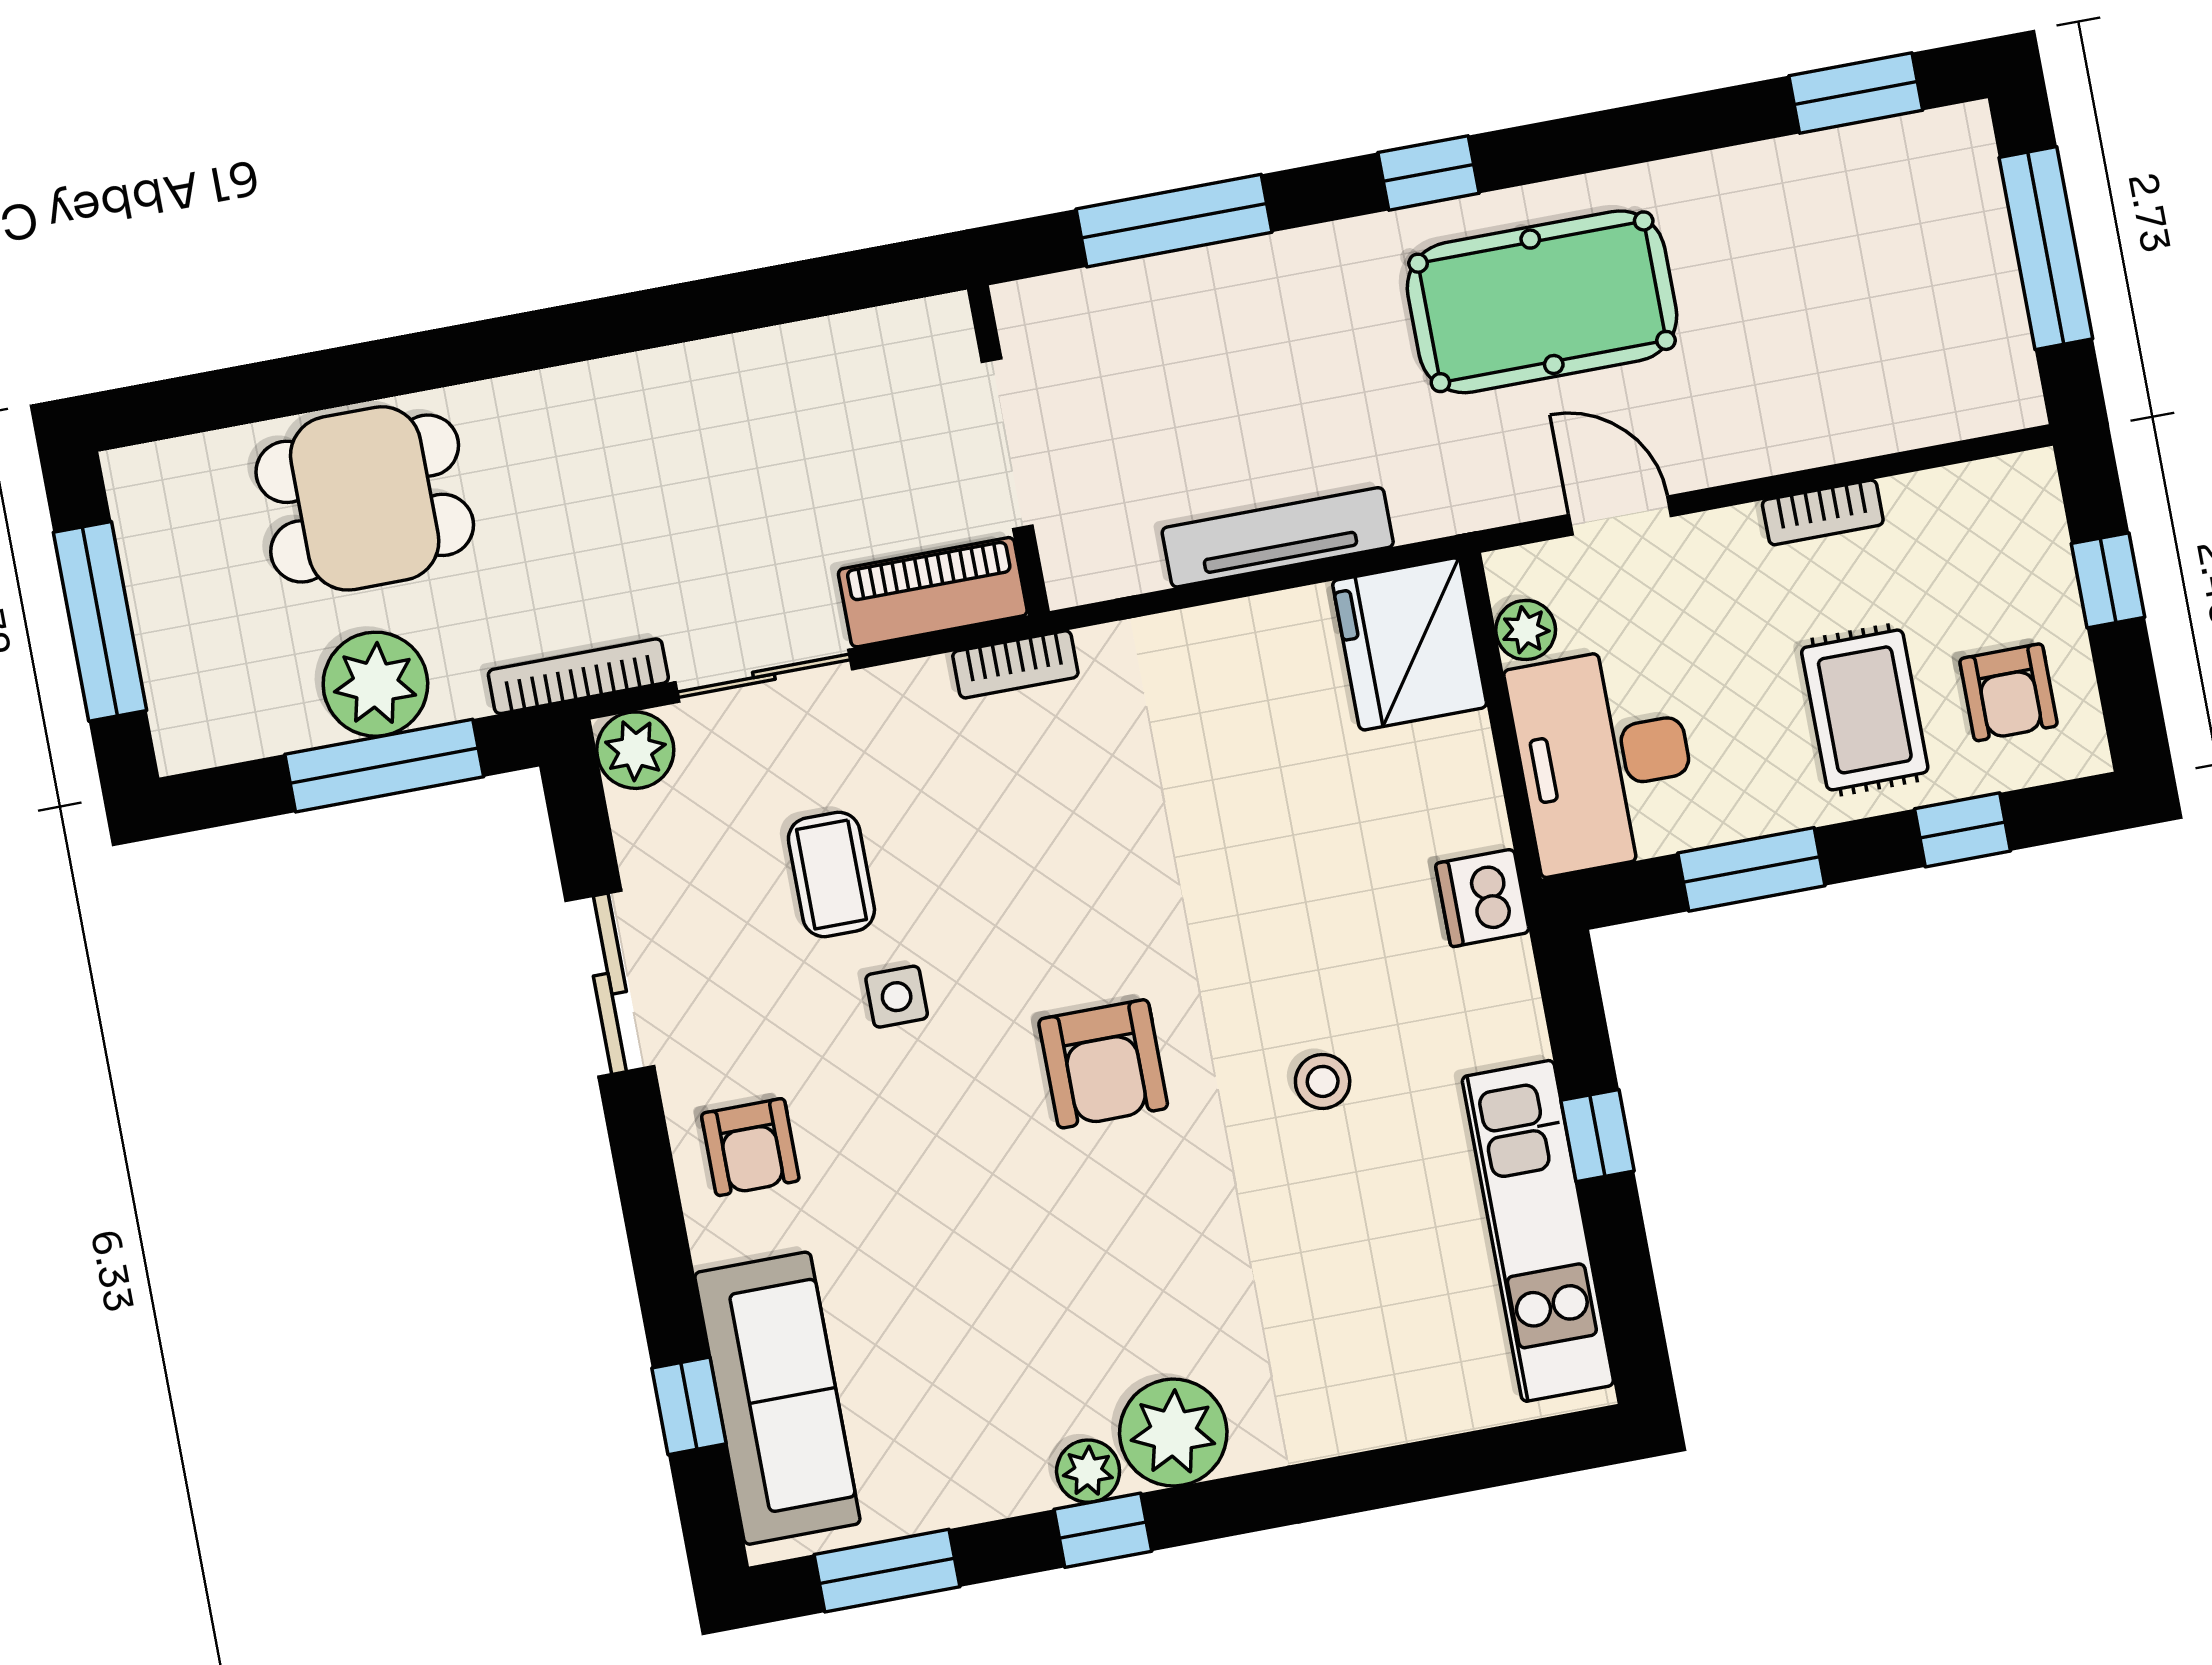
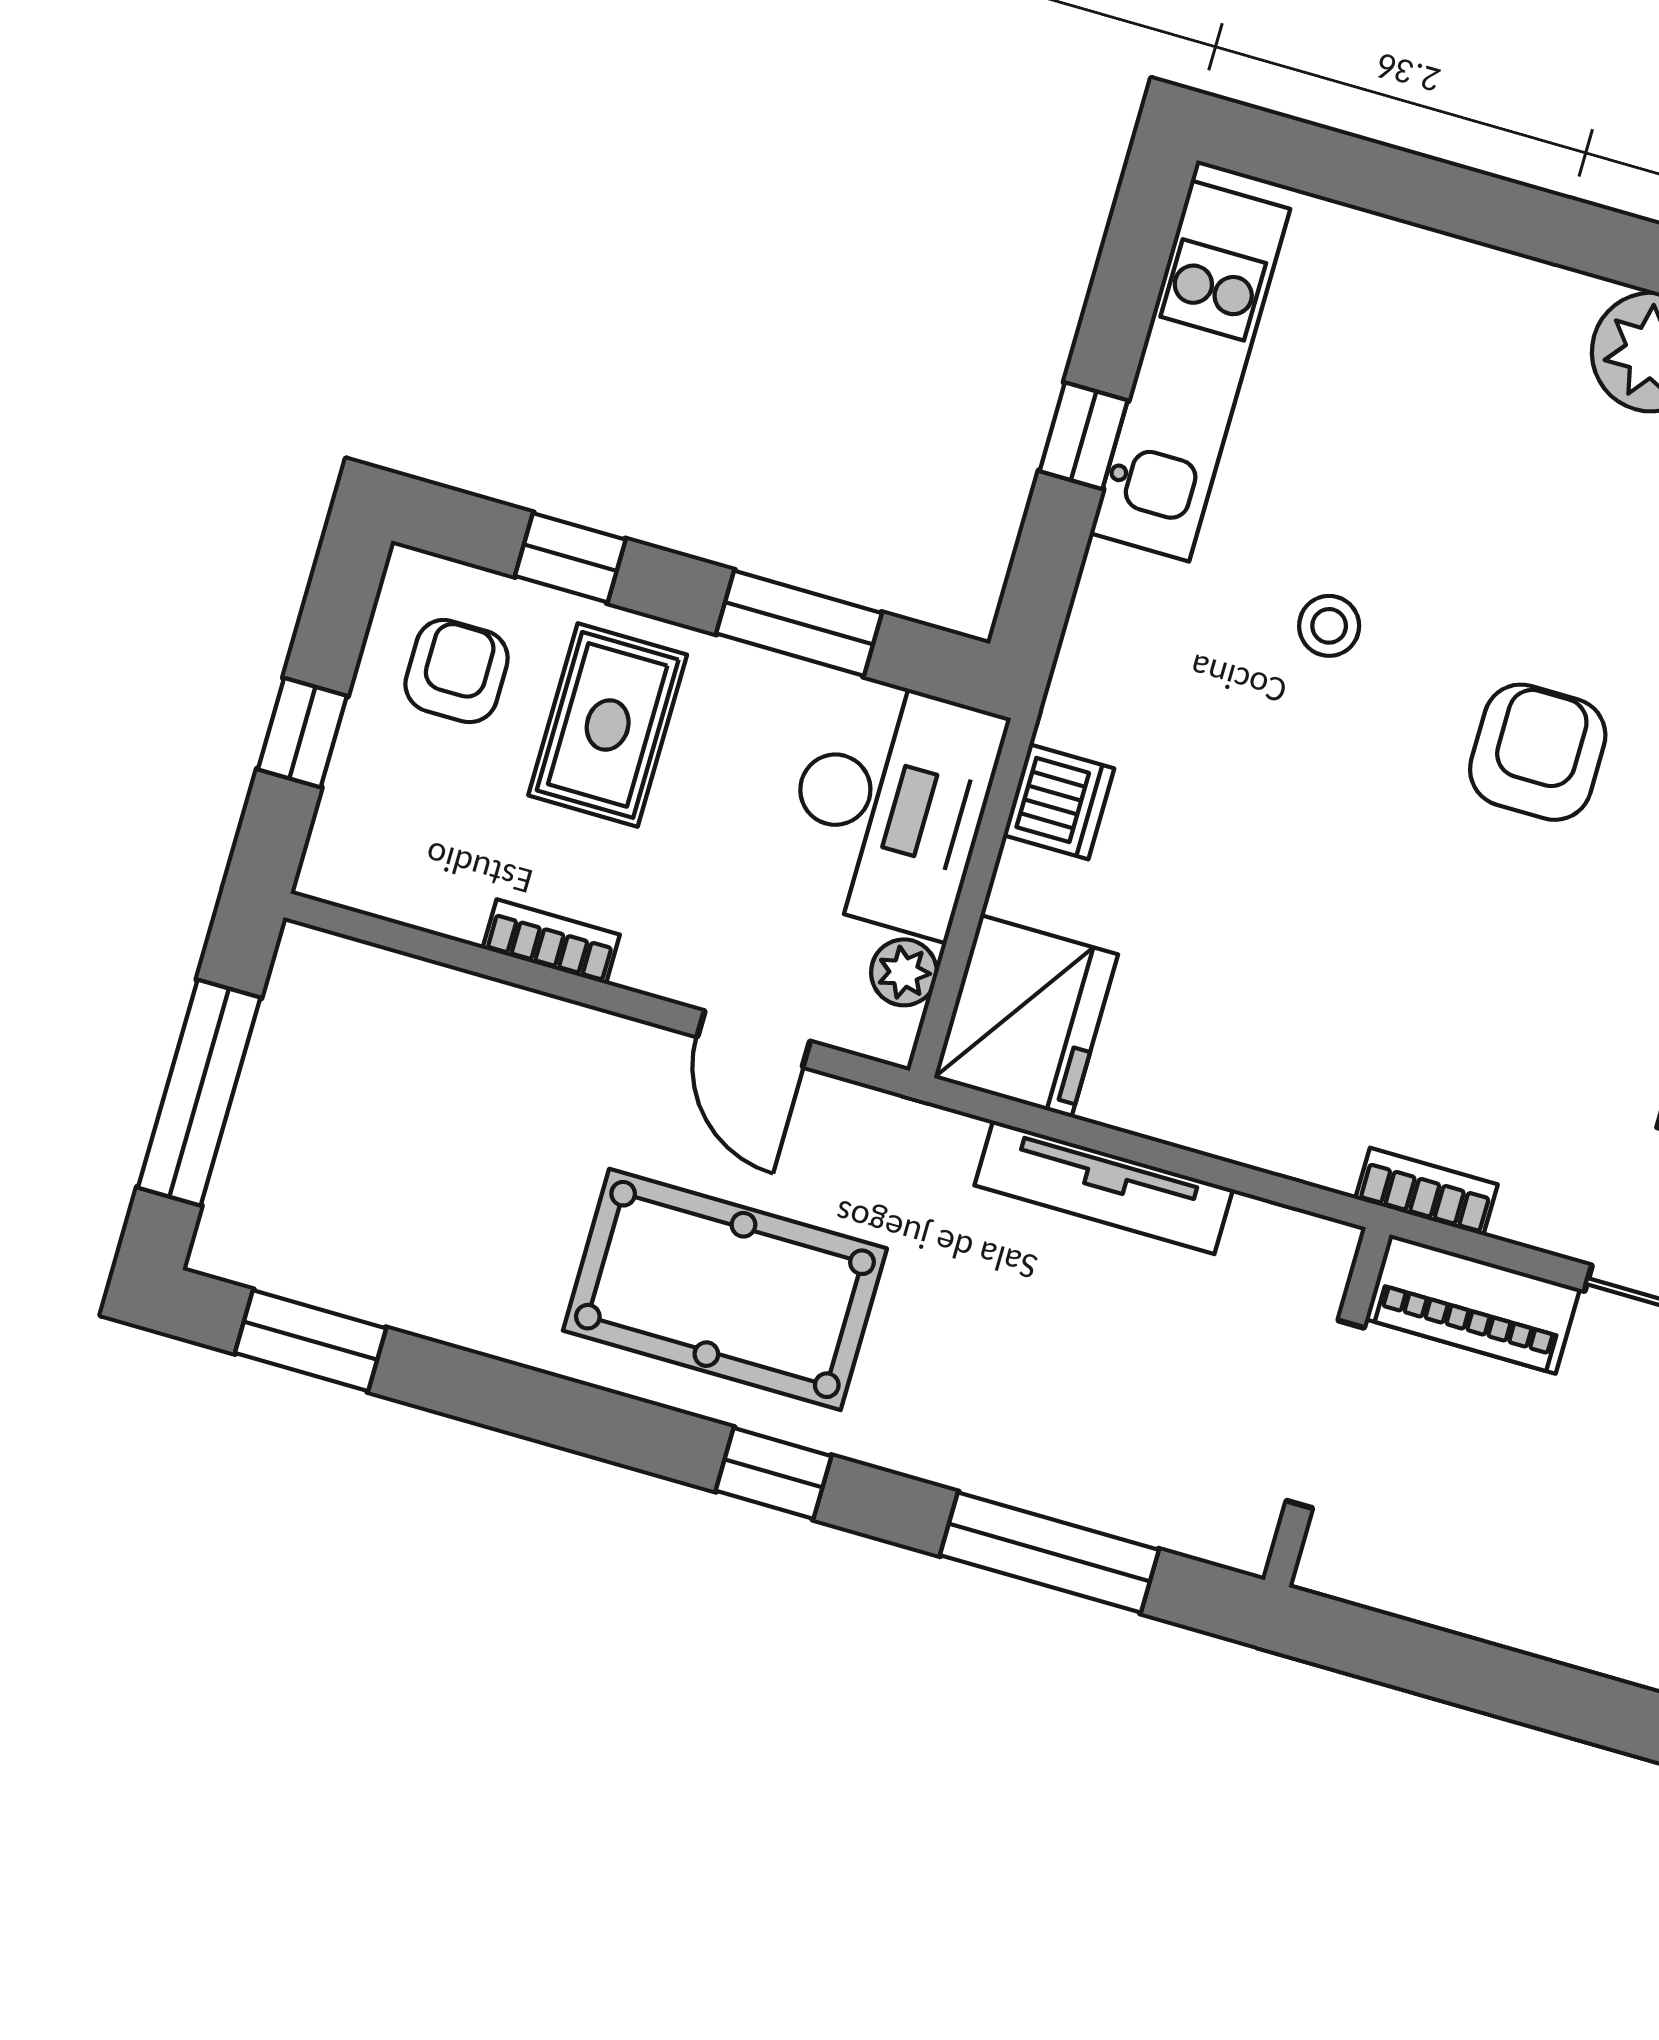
dishwasher: (1482, 898) -> (1059, 802), moved

